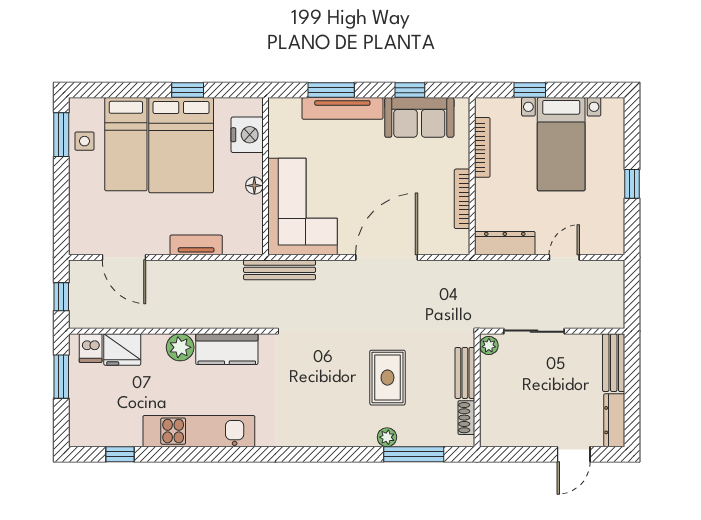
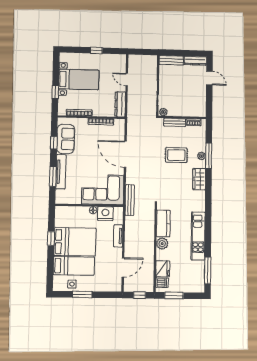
window: (61, 135) -> (82, 294), moved
nightstand: (247, 135) -> (105, 214), moved
wardrobe: (332, 432) -> (199, 179), added
window: (120, 454) -> (208, 270), width x2.17
window: (414, 454) -> (209, 156), moved

